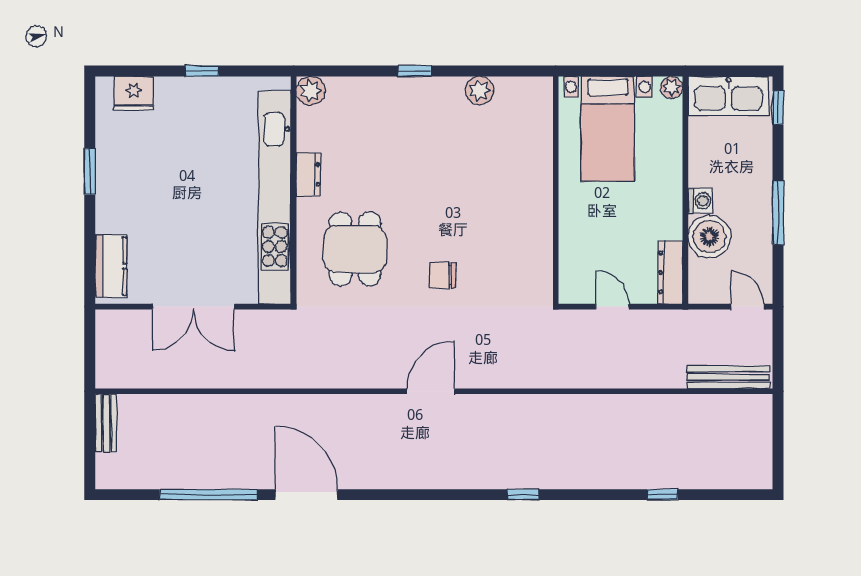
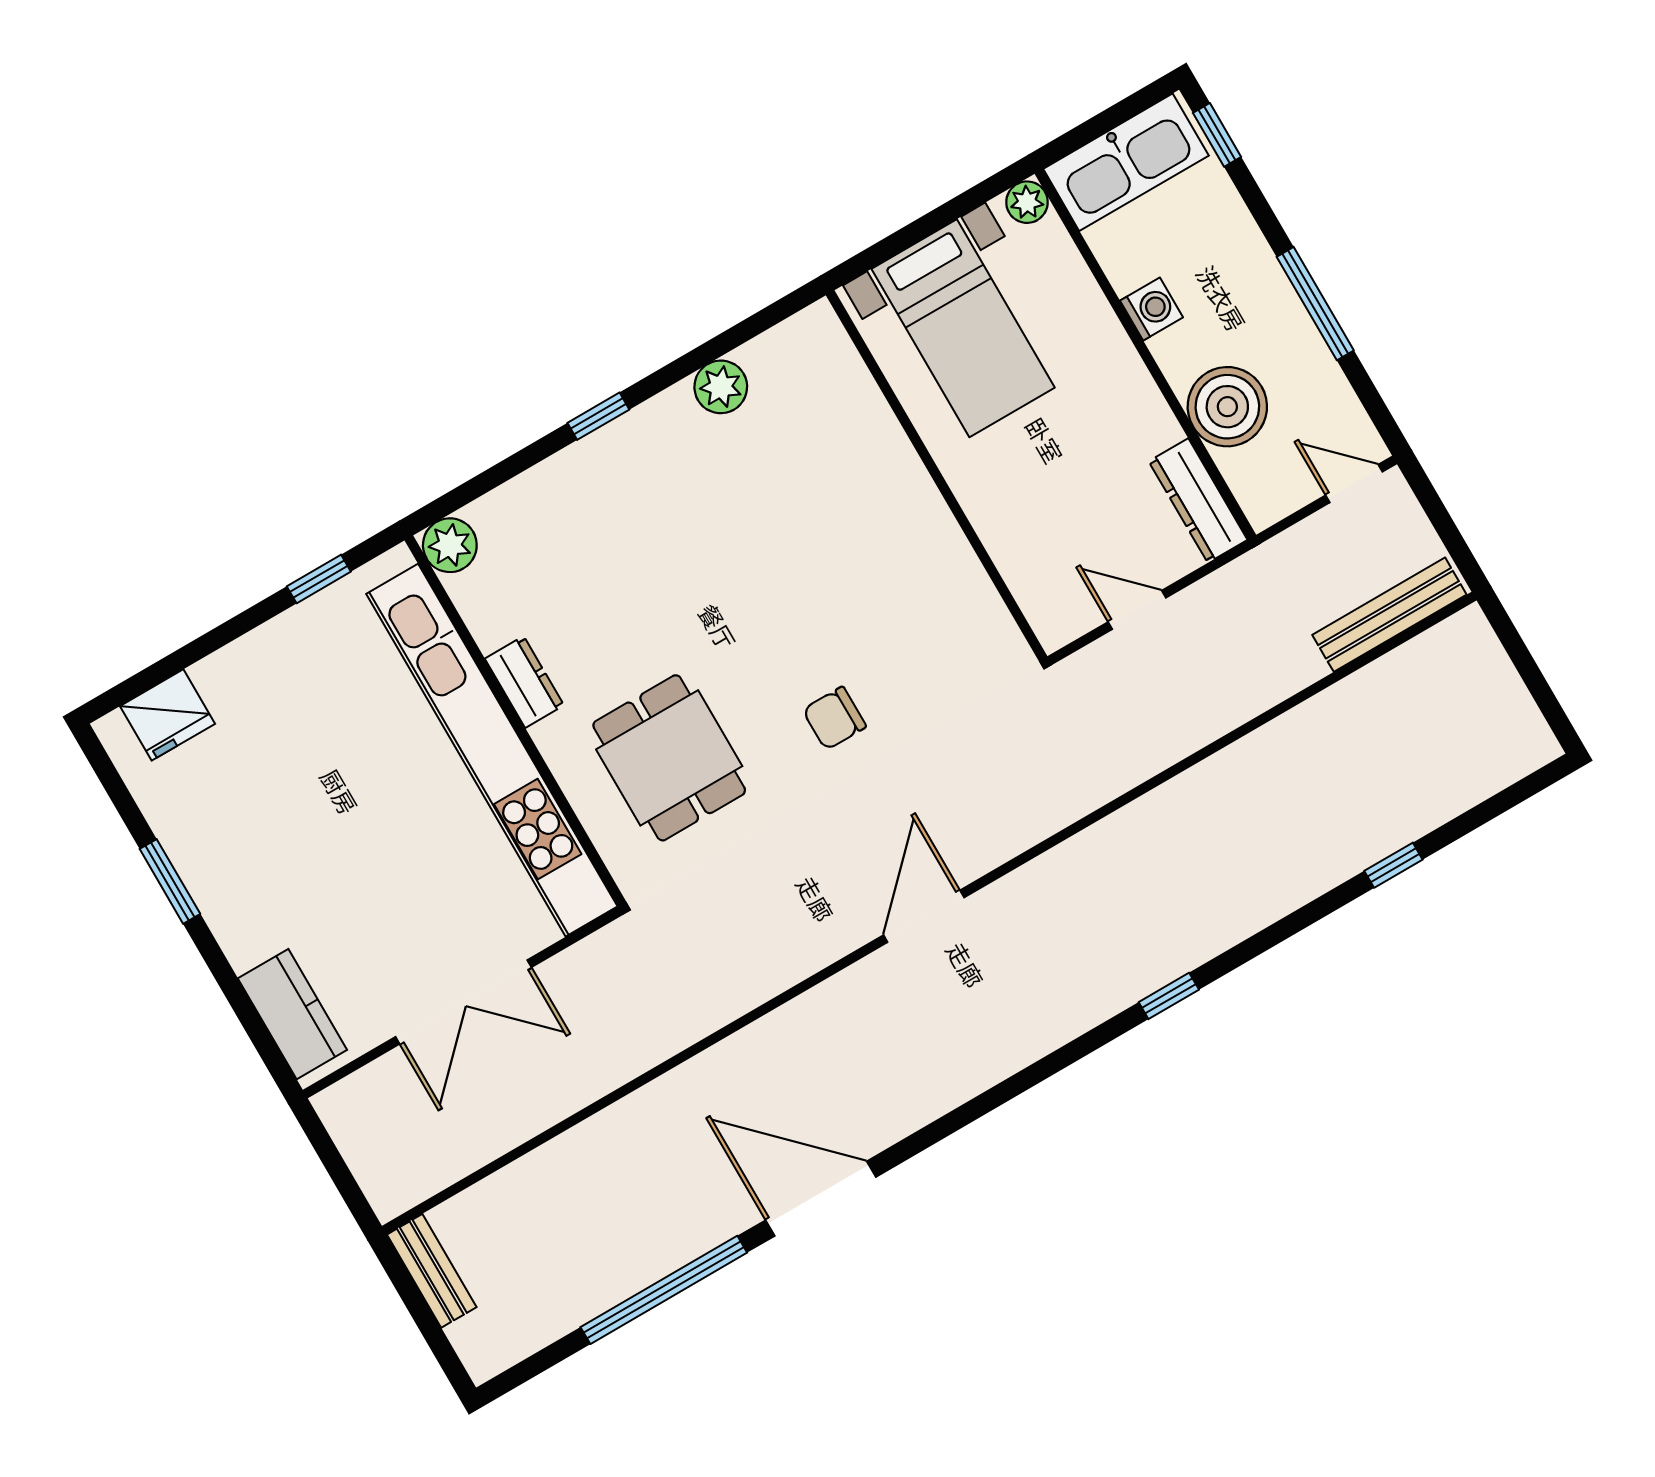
window: (202, 71) -> (319, 579), moved
washing machine: (700, 201) -> (1151, 309), moved

